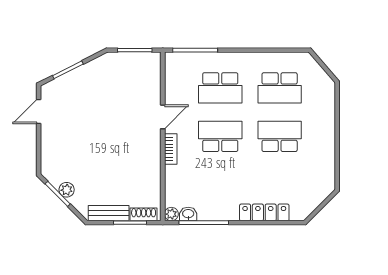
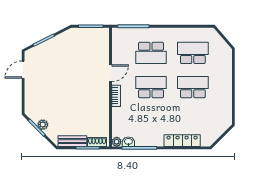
school desk: (280, 88) -> (193, 53), turned 180

